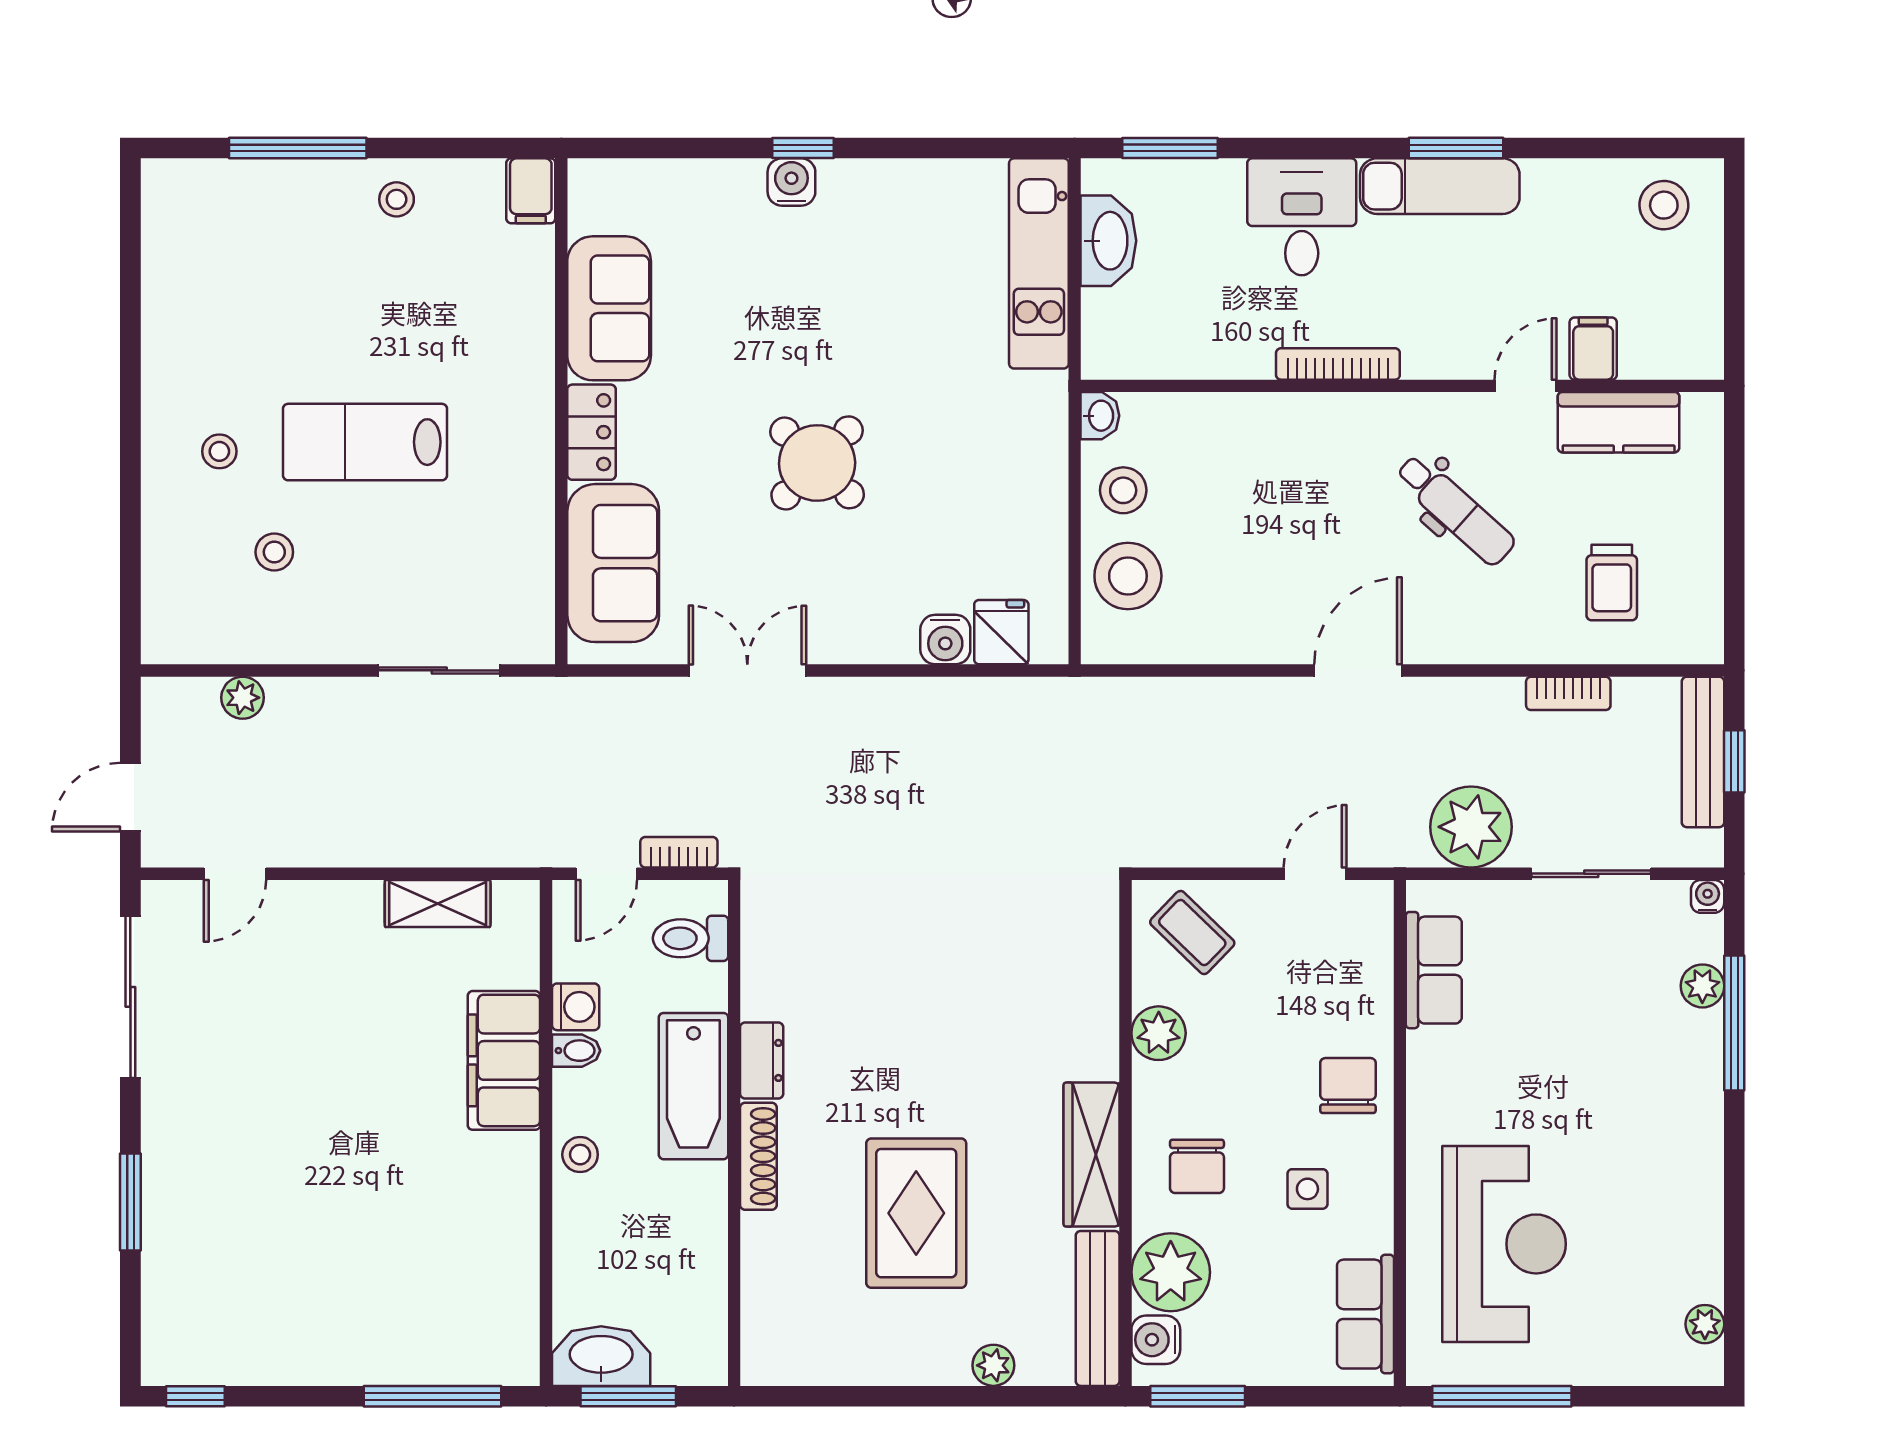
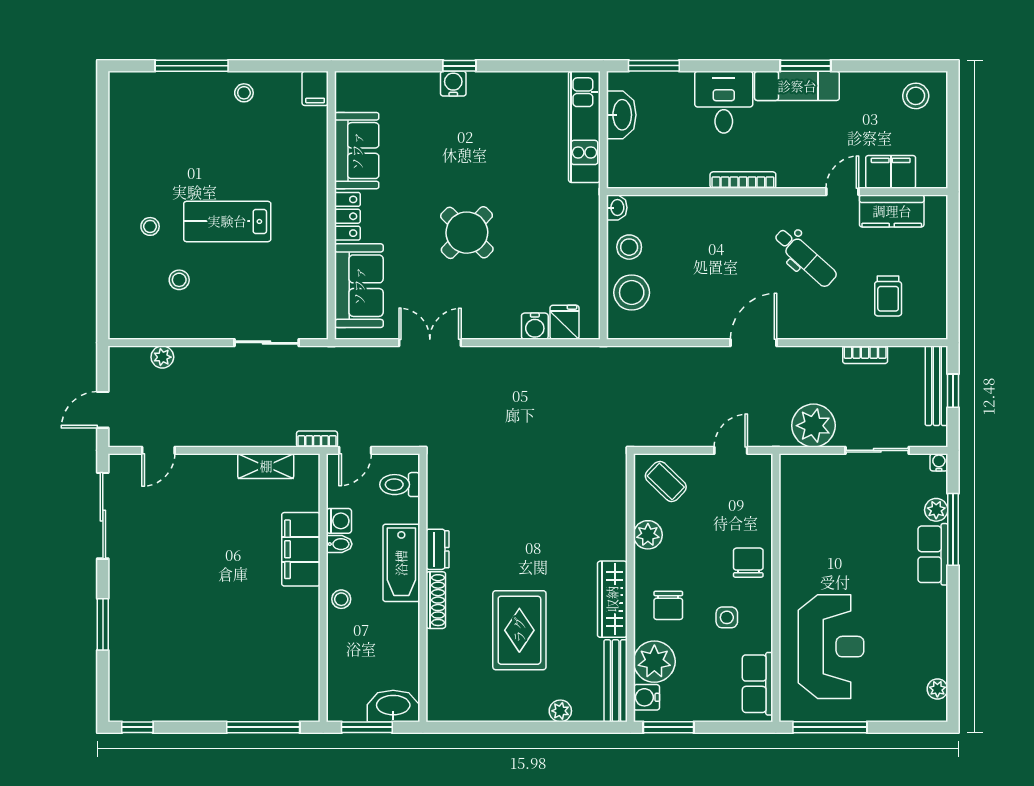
filing cabinet: (1593, 349) -> (891, 172), width x2.00
bookcase: (679, 852) -> (317, 439), moved
row of seats: (1434, 970) -> (933, 554), moved, turned 180
washbasin: (601, 1356) -> (393, 706), moved

